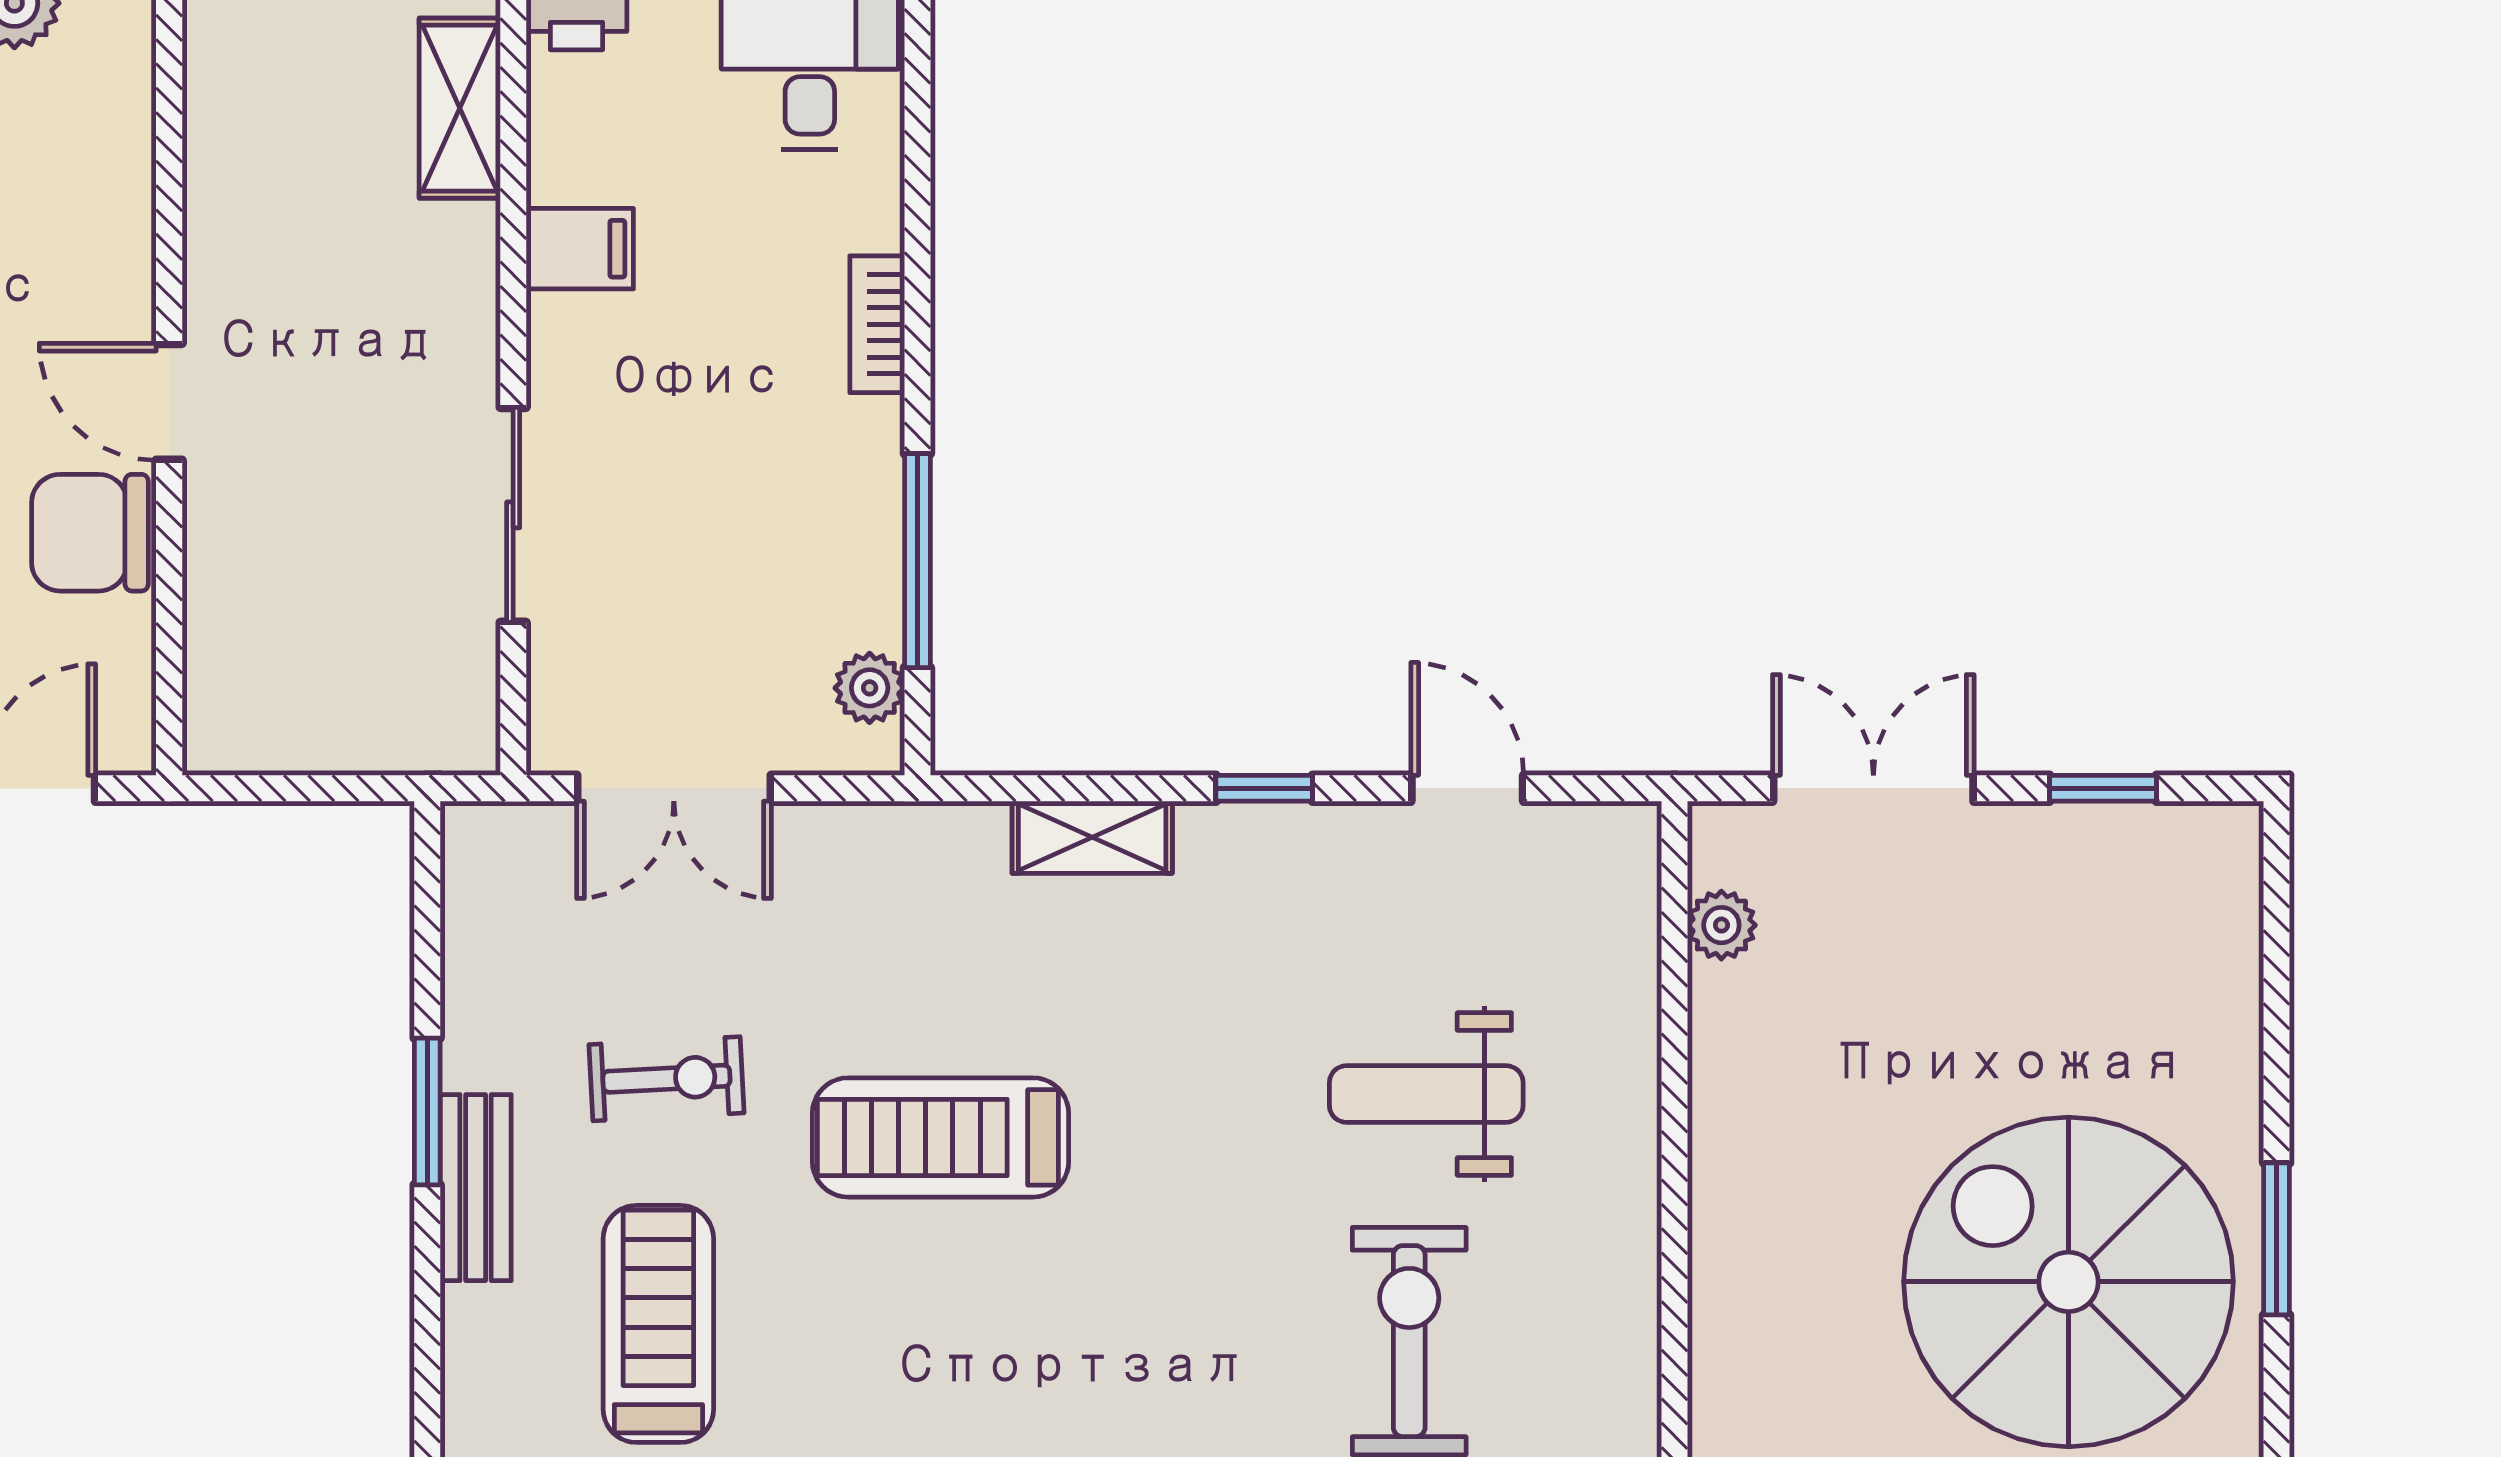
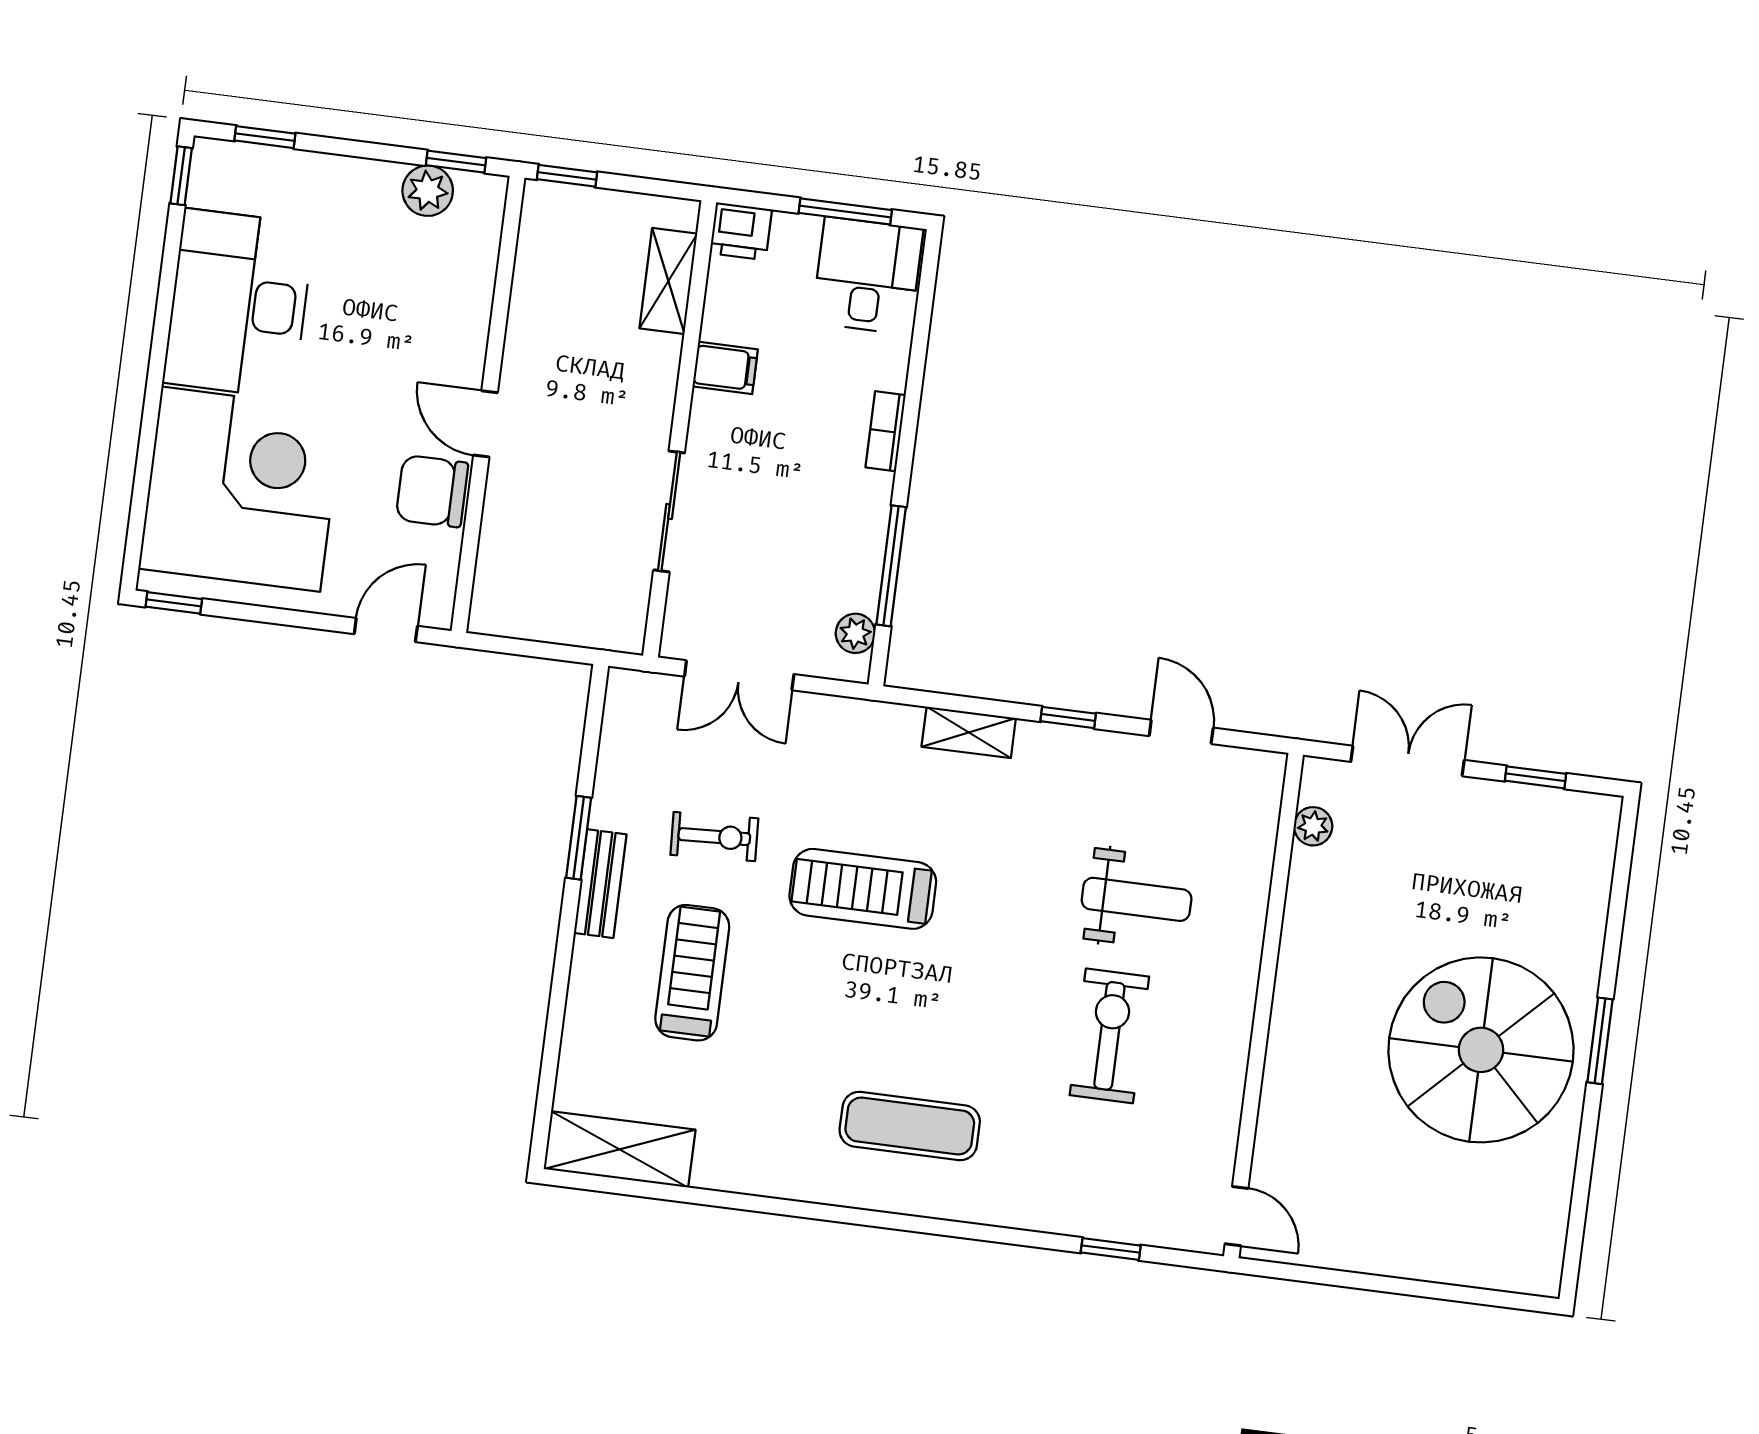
weight bench: (1426, 1094) -> (1137, 899), turned 180

